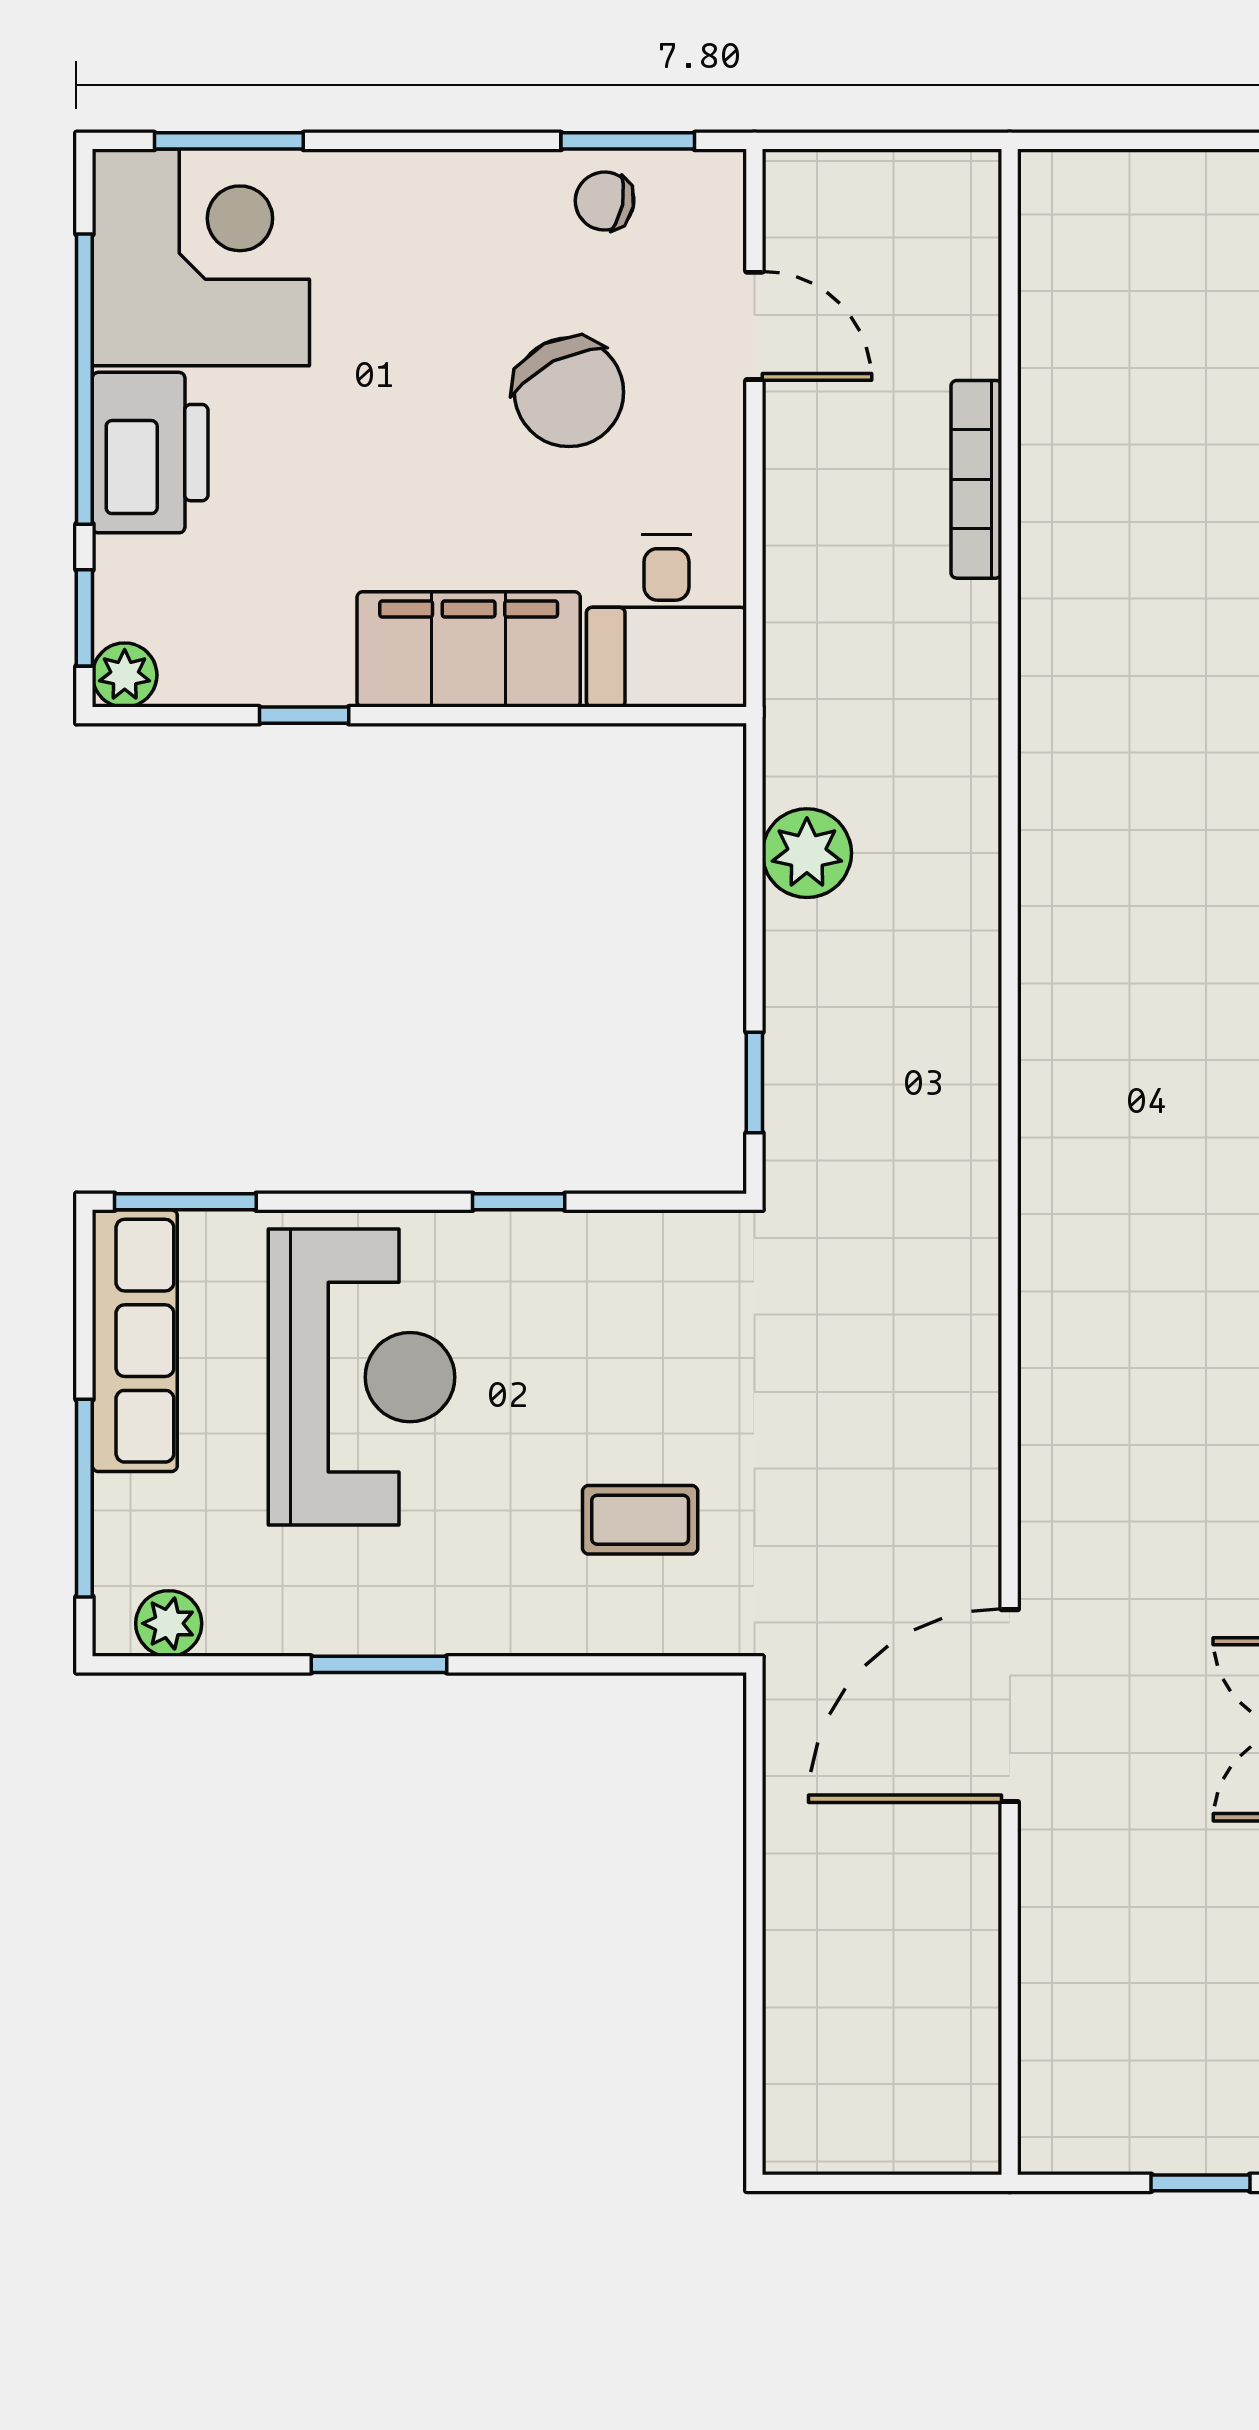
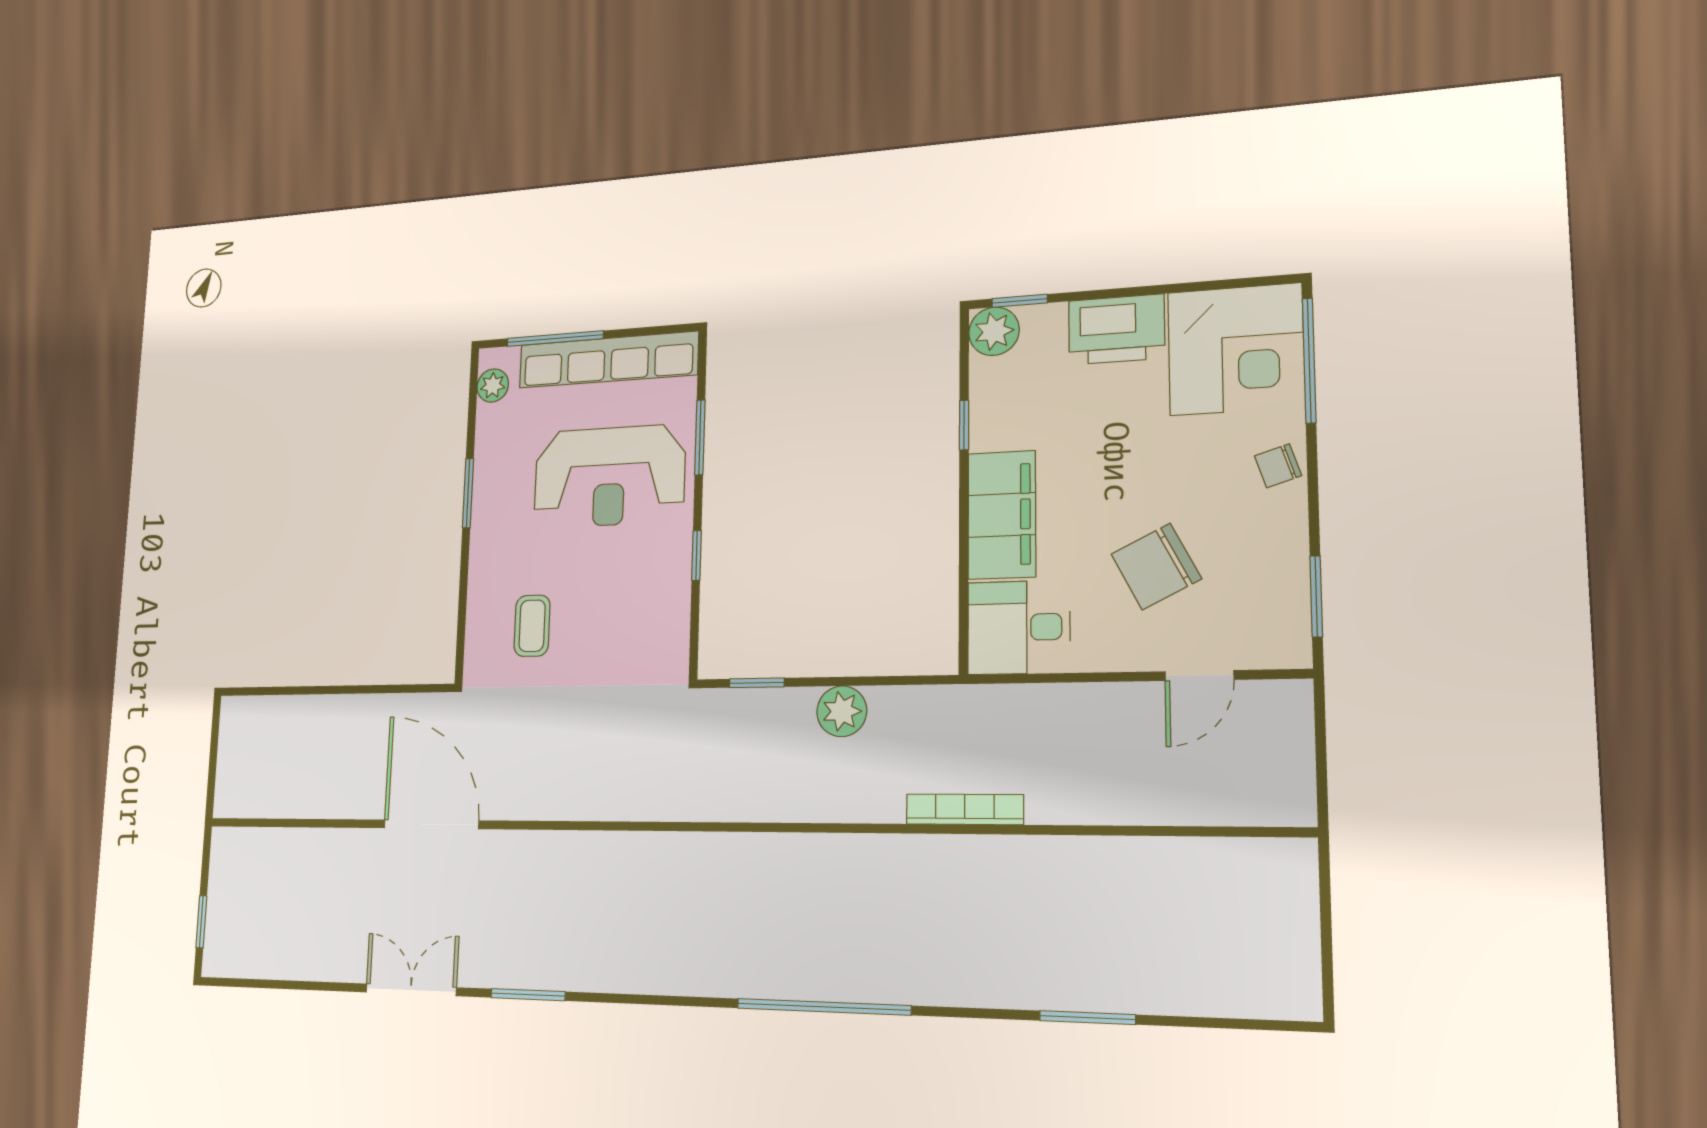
window: (229, 141) -> (1309, 360), width x1.44
chair: (605, 201) -> (1278, 466), moved, turned -119
window: (84, 379) -> (1160, 289), removed
bookcase: (976, 479) -> (965, 809), moved
plant: (125, 675) -> (994, 331), width x1.38, depth x1.38
plant: (807, 853) -> (842, 711), moved
window: (185, 1202) -> (700, 437), moved
row of seats: (135, 1341) -> (608, 360), width x1.36

